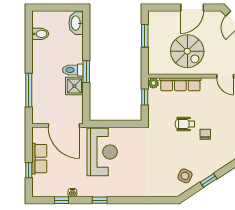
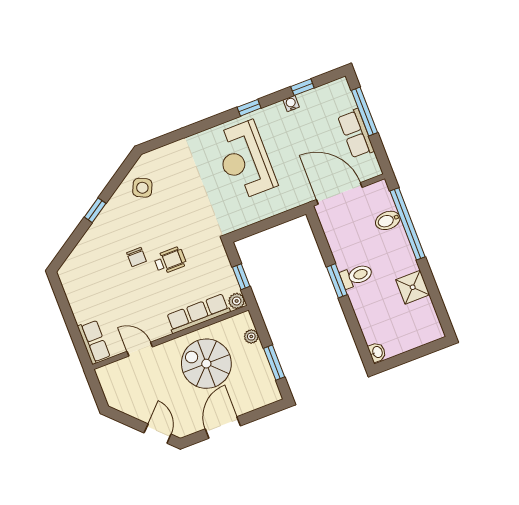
washbasin: (76, 23) -> (377, 352), width x0.52, depth x0.69
bidet: (40, 34) -> (388, 220), moved
plant: (153, 57) -> (251, 337), added
shower: (74, 86) -> (413, 287), moved
window: (29, 90) -> (408, 224), width x1.46
reception desk: (102, 152) -> (245, 160), moved
window: (29, 170) -> (364, 111), width x2.17
window: (208, 181) -> (95, 210), moved

